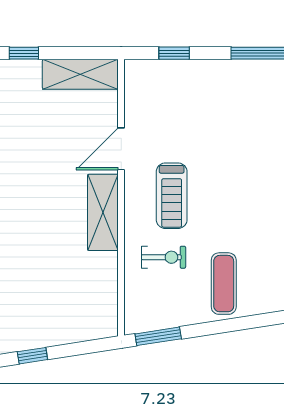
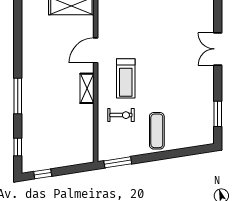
shelving: (103, 212) -> (87, 88), width x0.67, depth x0.75

